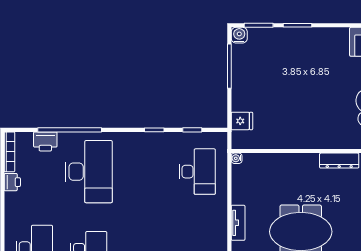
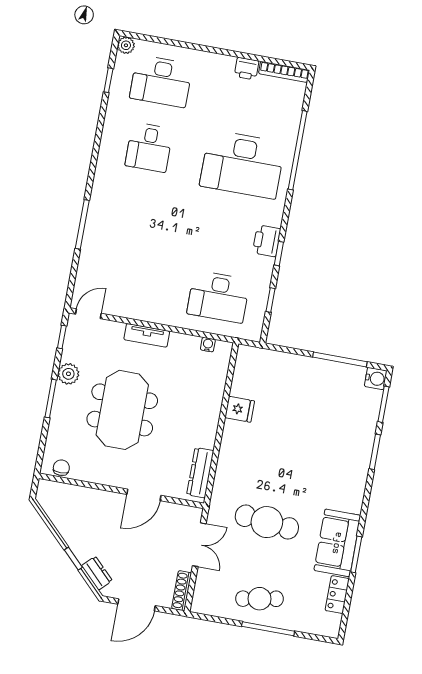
fridge: (242, 121) -> (240, 409), moved, turned -90
printer: (45, 141) -> (267, 241), moved
water cooler: (237, 158) -> (208, 345), moved

